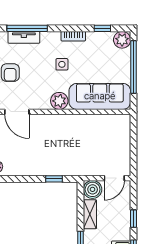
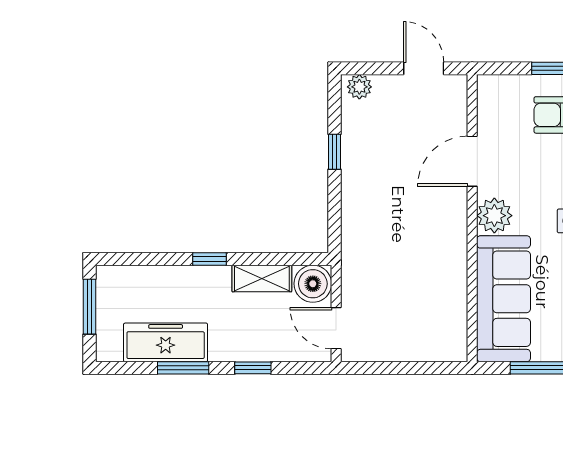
door: (17, 112) -> (472, 161), moved
window: (54, 179) -> (335, 152), moved

